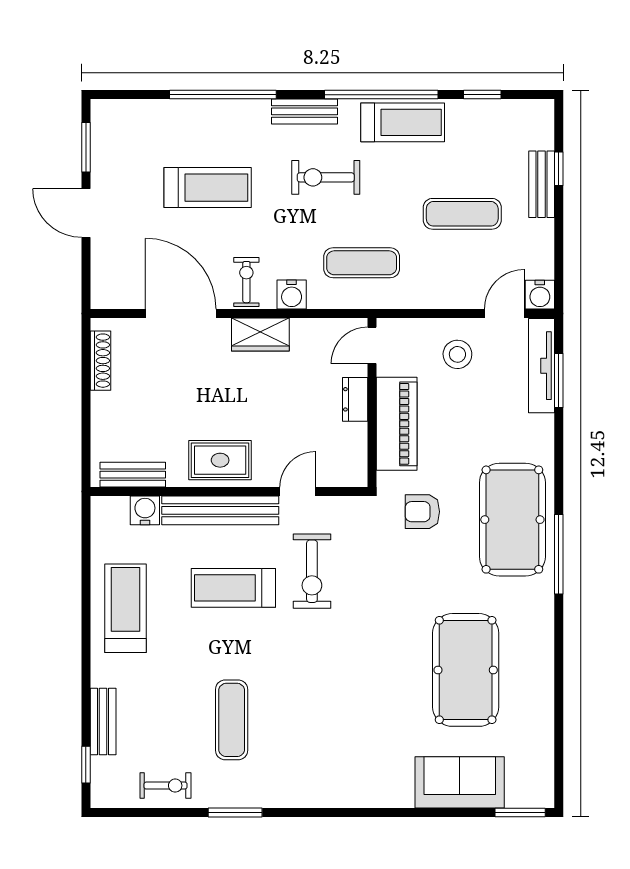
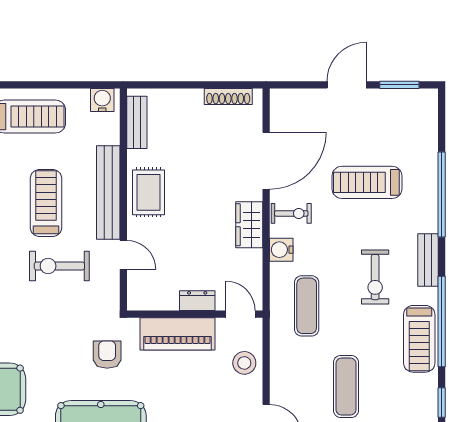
exercise bike: (326, 177) -> (375, 277), turned 180
treadmill: (208, 188) -> (367, 182), turned 90
stool: (457, 354) -> (244, 363), moved
water cooler: (145, 510) -> (102, 100), moved, turned -90

